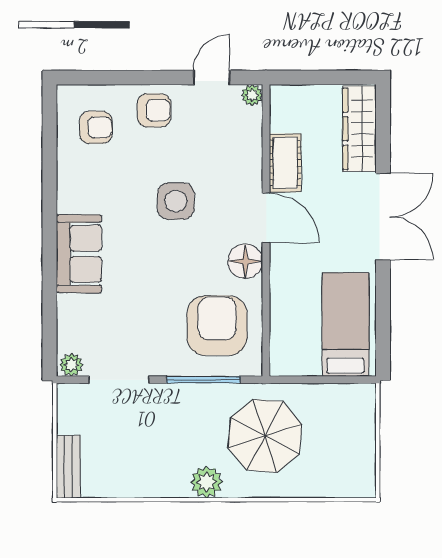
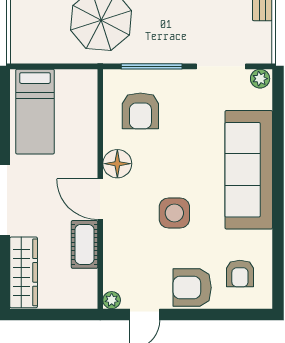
armchair: (154, 110) -> (192, 288), width x1.38, depth x1.38
armchair: (96, 127) -> (240, 273), turned -90
sofa: (79, 254) -> (249, 170), width x1.85, depth x1.27
armchair: (217, 326) -> (140, 111), width x0.73, depth x0.73

